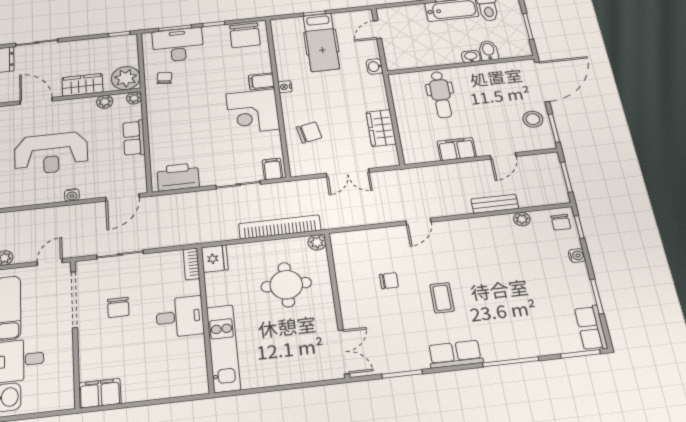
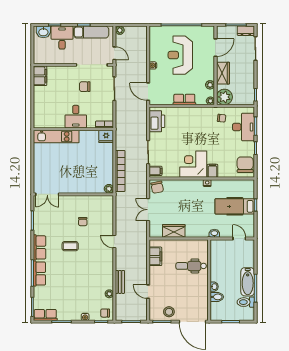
chair: (245, 35) -> (245, 165), turned 90
chair: (309, 133) -> (157, 187), moved
filing cabinet: (457, 149) -> (155, 256), moved
round table: (286, 285) -> (87, 171), removed
row of seats: (509, 348) -> (39, 274), added

